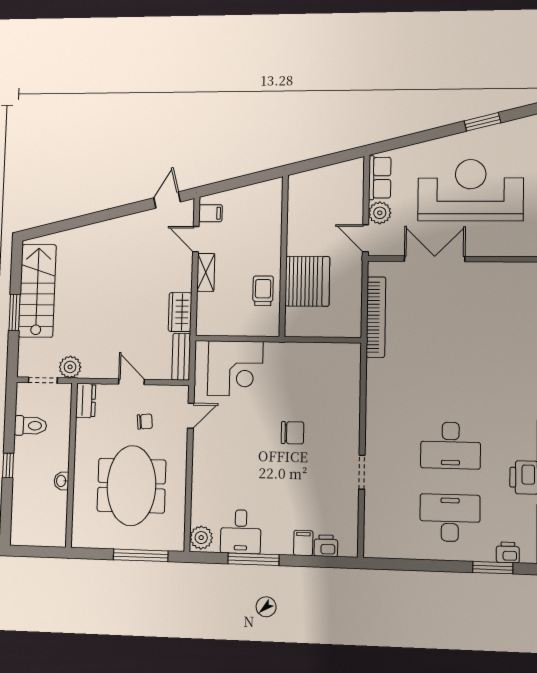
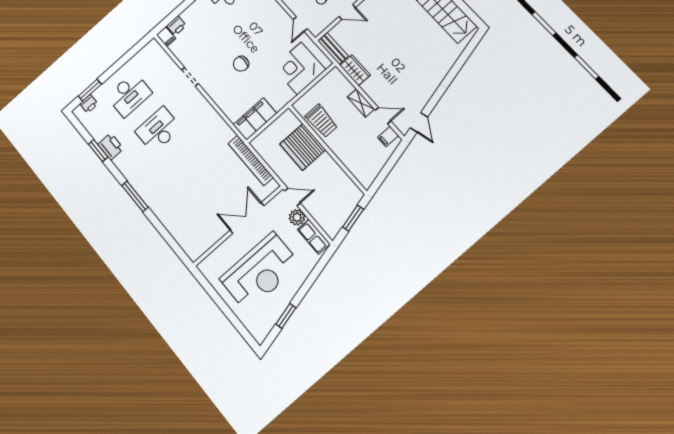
window: (322, 162) -> (353, 218), added
double door: (435, 259) -> (247, 218), swing flipped
trolley: (263, 291) -> (321, 121), width x1.36, depth x1.39
filing cabinet: (331, 358) -> (255, 119), added
filing cabinet: (303, 543) -> (166, 37), moved

